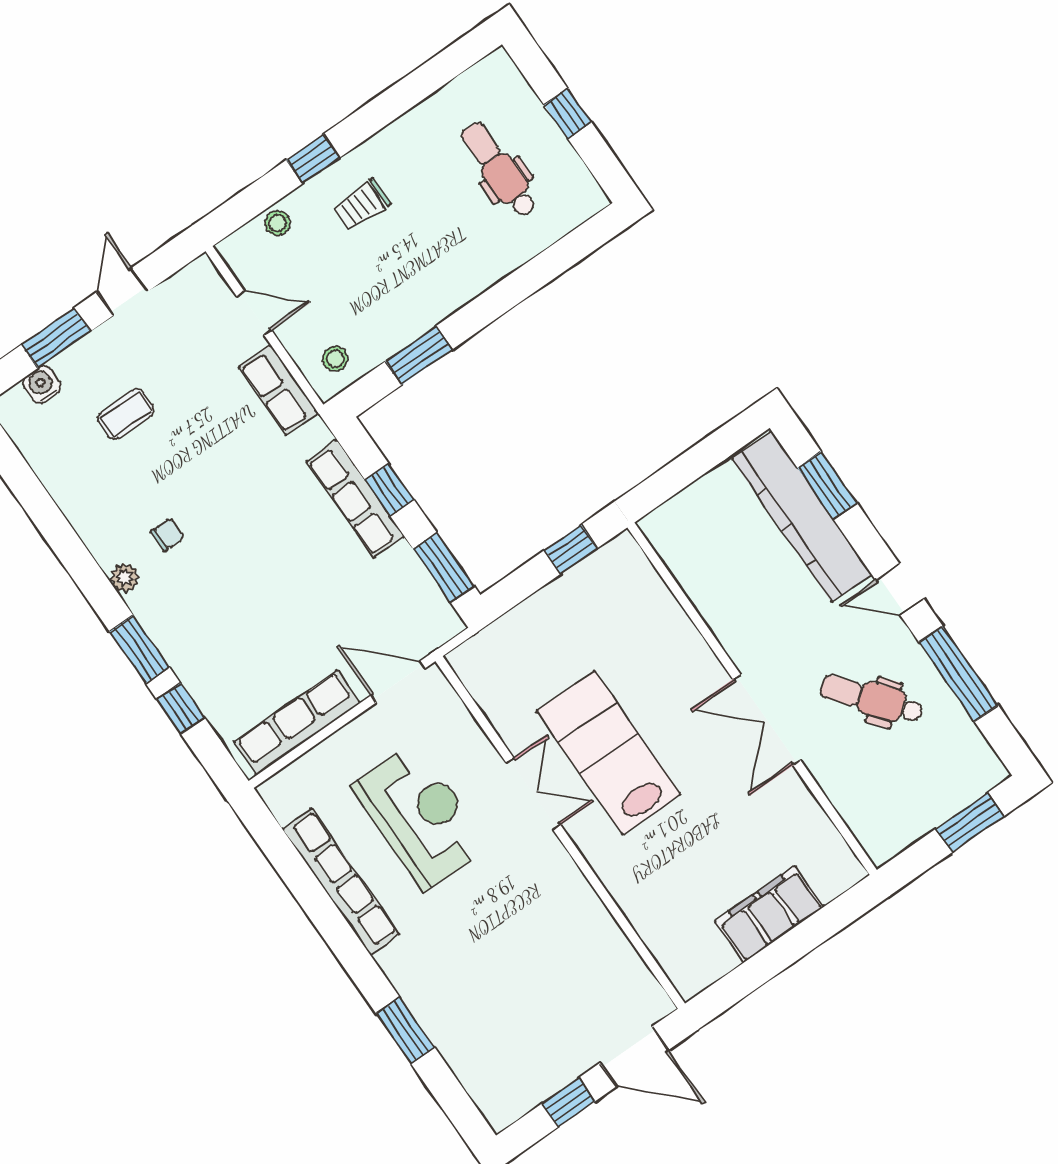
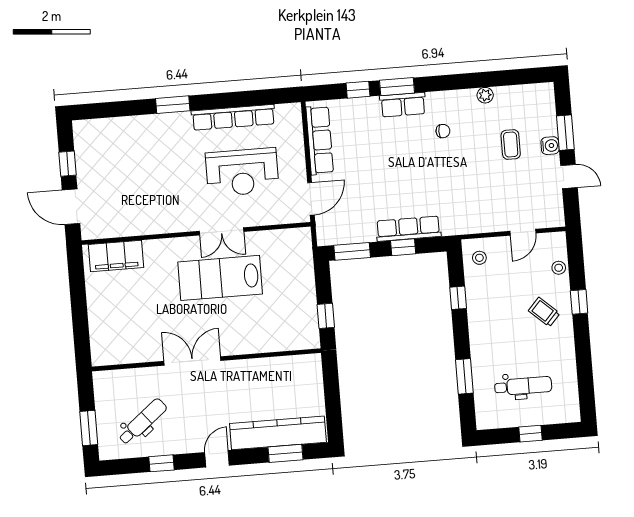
trolley: (361, 205) -> (544, 312), turned -48
window: (538, 272) -> (464, 376), added
window: (419, 355) -> (458, 298), width x0.67
water cooler: (42, 385) -> (550, 146), moved
row of seats: (278, 390) -> (403, 105), moved, turned 180
chair: (167, 535) -> (443, 131), turned -90
plant: (125, 578) -> (485, 95), moved
window: (959, 674) -> (161, 463), width x0.46
dental chair: (872, 699) -> (143, 422), moved
lab bench: (609, 753) -> (220, 278), turned 180
filing cabinet: (769, 914) -> (116, 256), moved, turned 90
window: (405, 1031) -> (173, 105), moved
door: (634, 1057) -> (71, 207), hinge flipped

